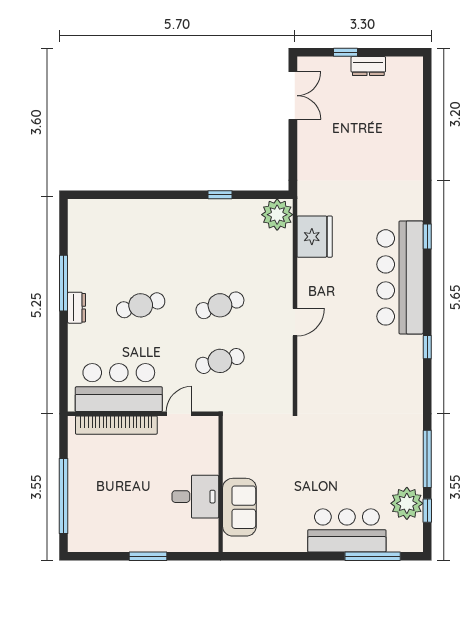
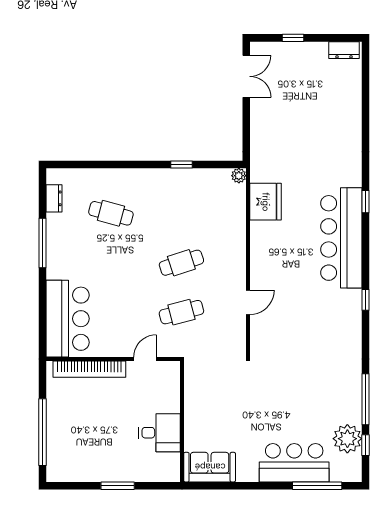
dresser: (368, 66) -> (344, 50), moved
plant: (277, 215) -> (239, 176), width x0.53, depth x0.53
cafe table: (141, 305) -> (111, 213), moved, turned 30
dresser: (76, 308) -> (54, 198), moved
door: (295, 322) -> (248, 302), moved
bar counter: (119, 388) -> (68, 319), moved, turned 90
sofa: (239, 507) -> (210, 467), moved, turned -90

